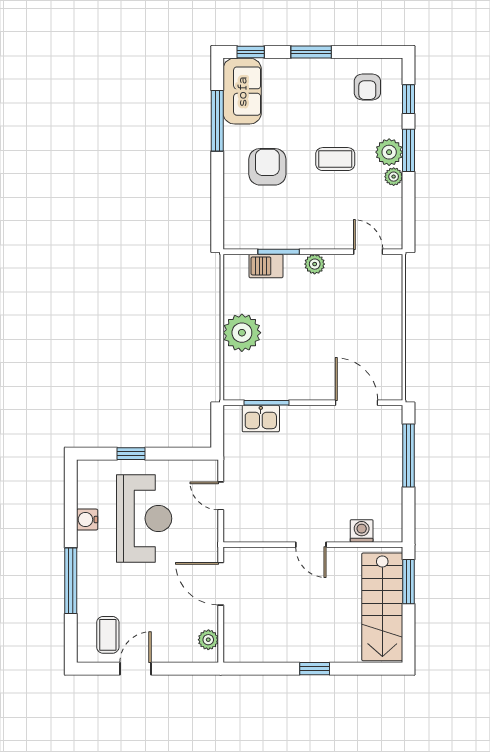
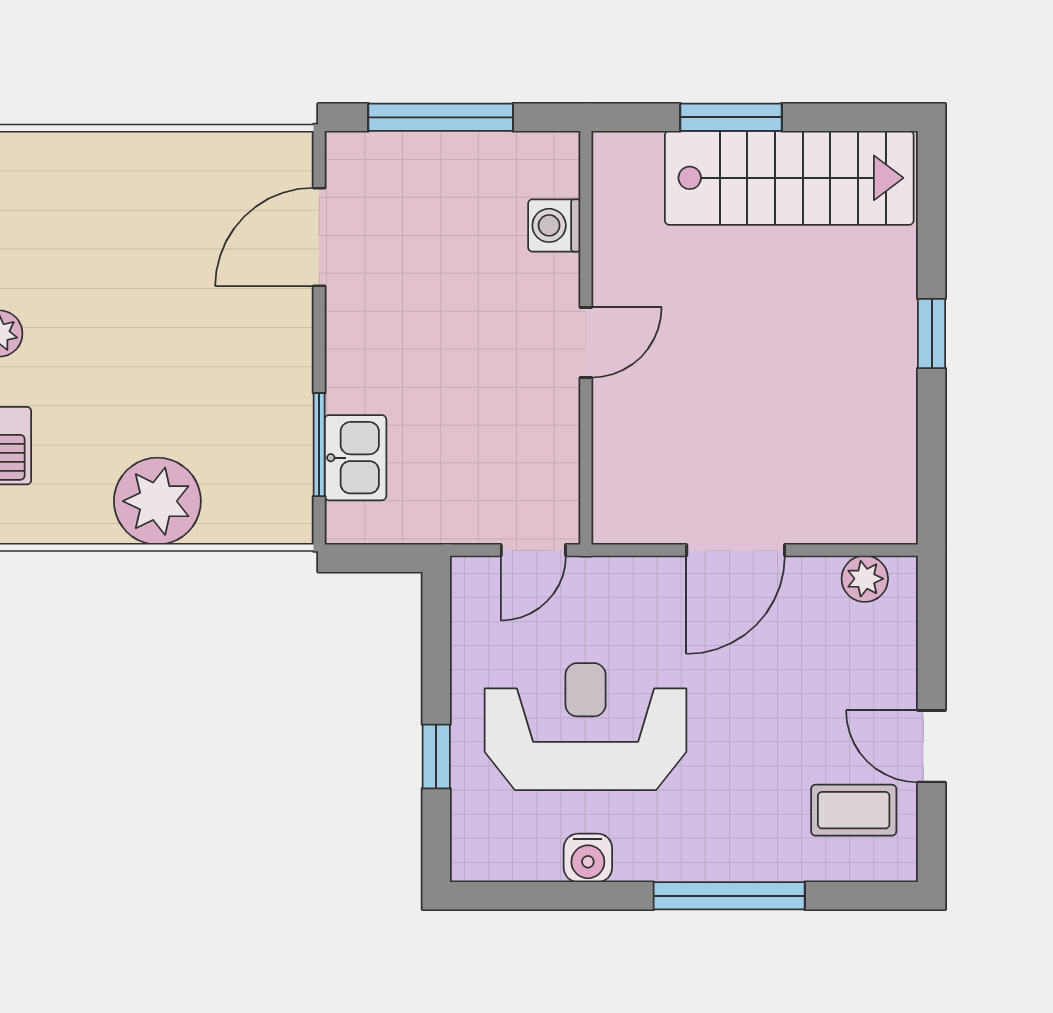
washing machine: (362, 531) -> (554, 225), moved
door: (311, 545) -> (586, 342), moved
wall: (313, 545) -> (586, 338), moved

